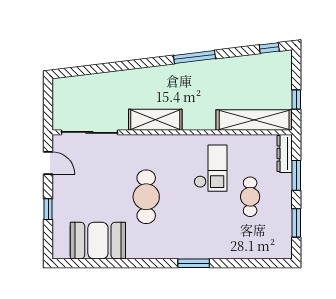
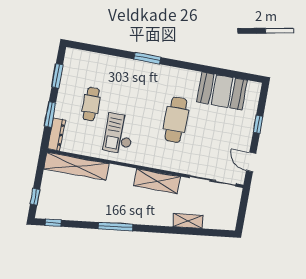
shelving: (110, 79) -> (188, 221), added
window: (296, 100) -> (35, 197), moved

